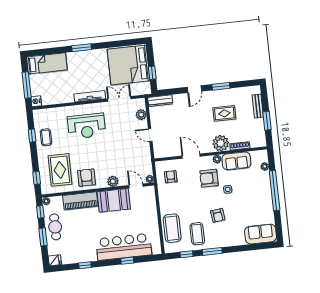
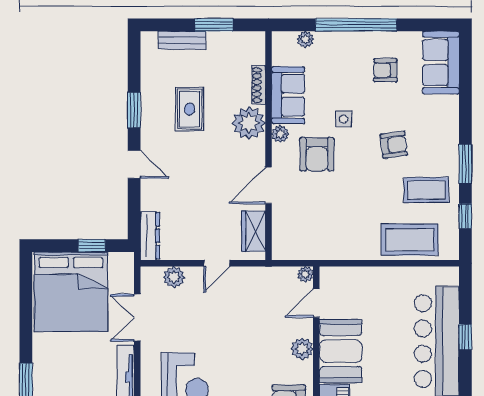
wardrobe: (168, 151) -> (254, 231), added
armchair: (171, 177) -> (385, 70), moved

